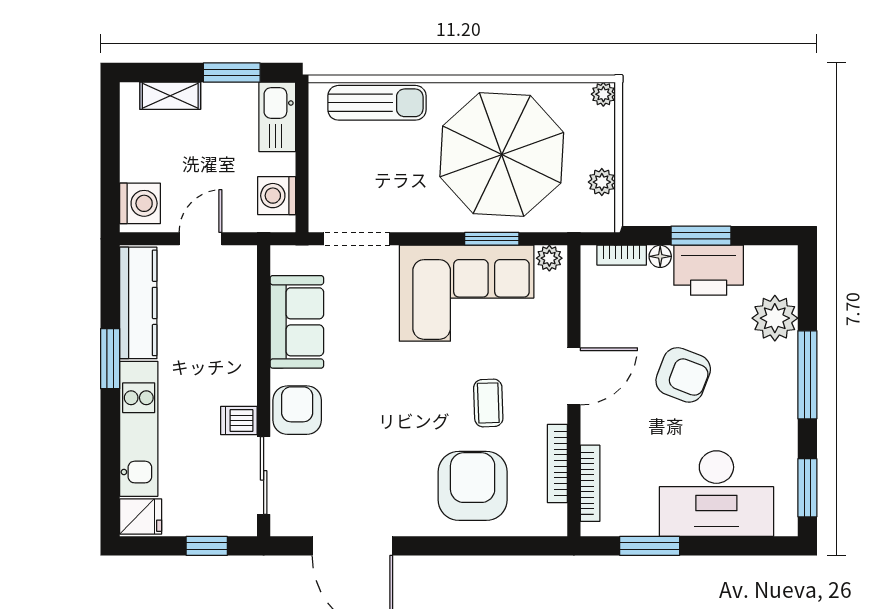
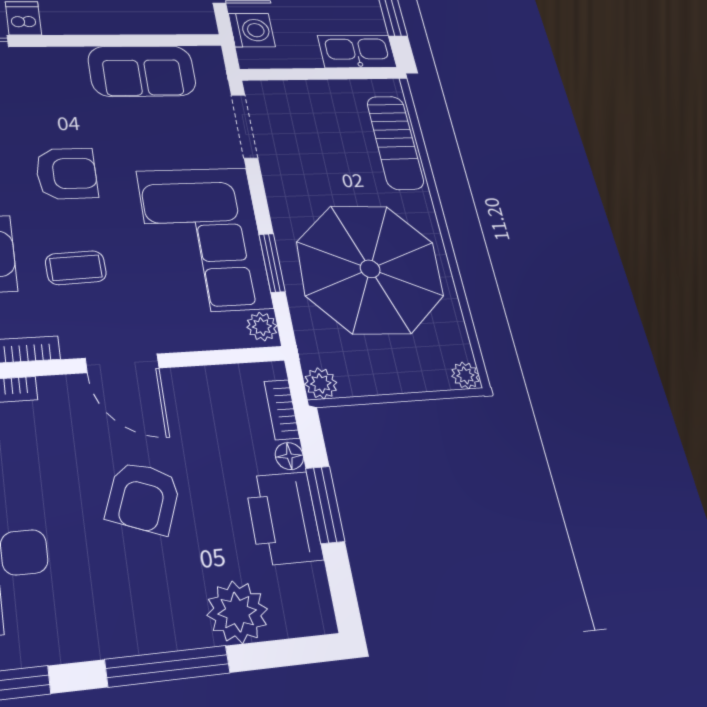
plant: (602, 182) -> (321, 383), moved
washing machine: (277, 196) -> (252, 30), moved, turned 90
armchair: (297, 410) -> (66, 174), moved

